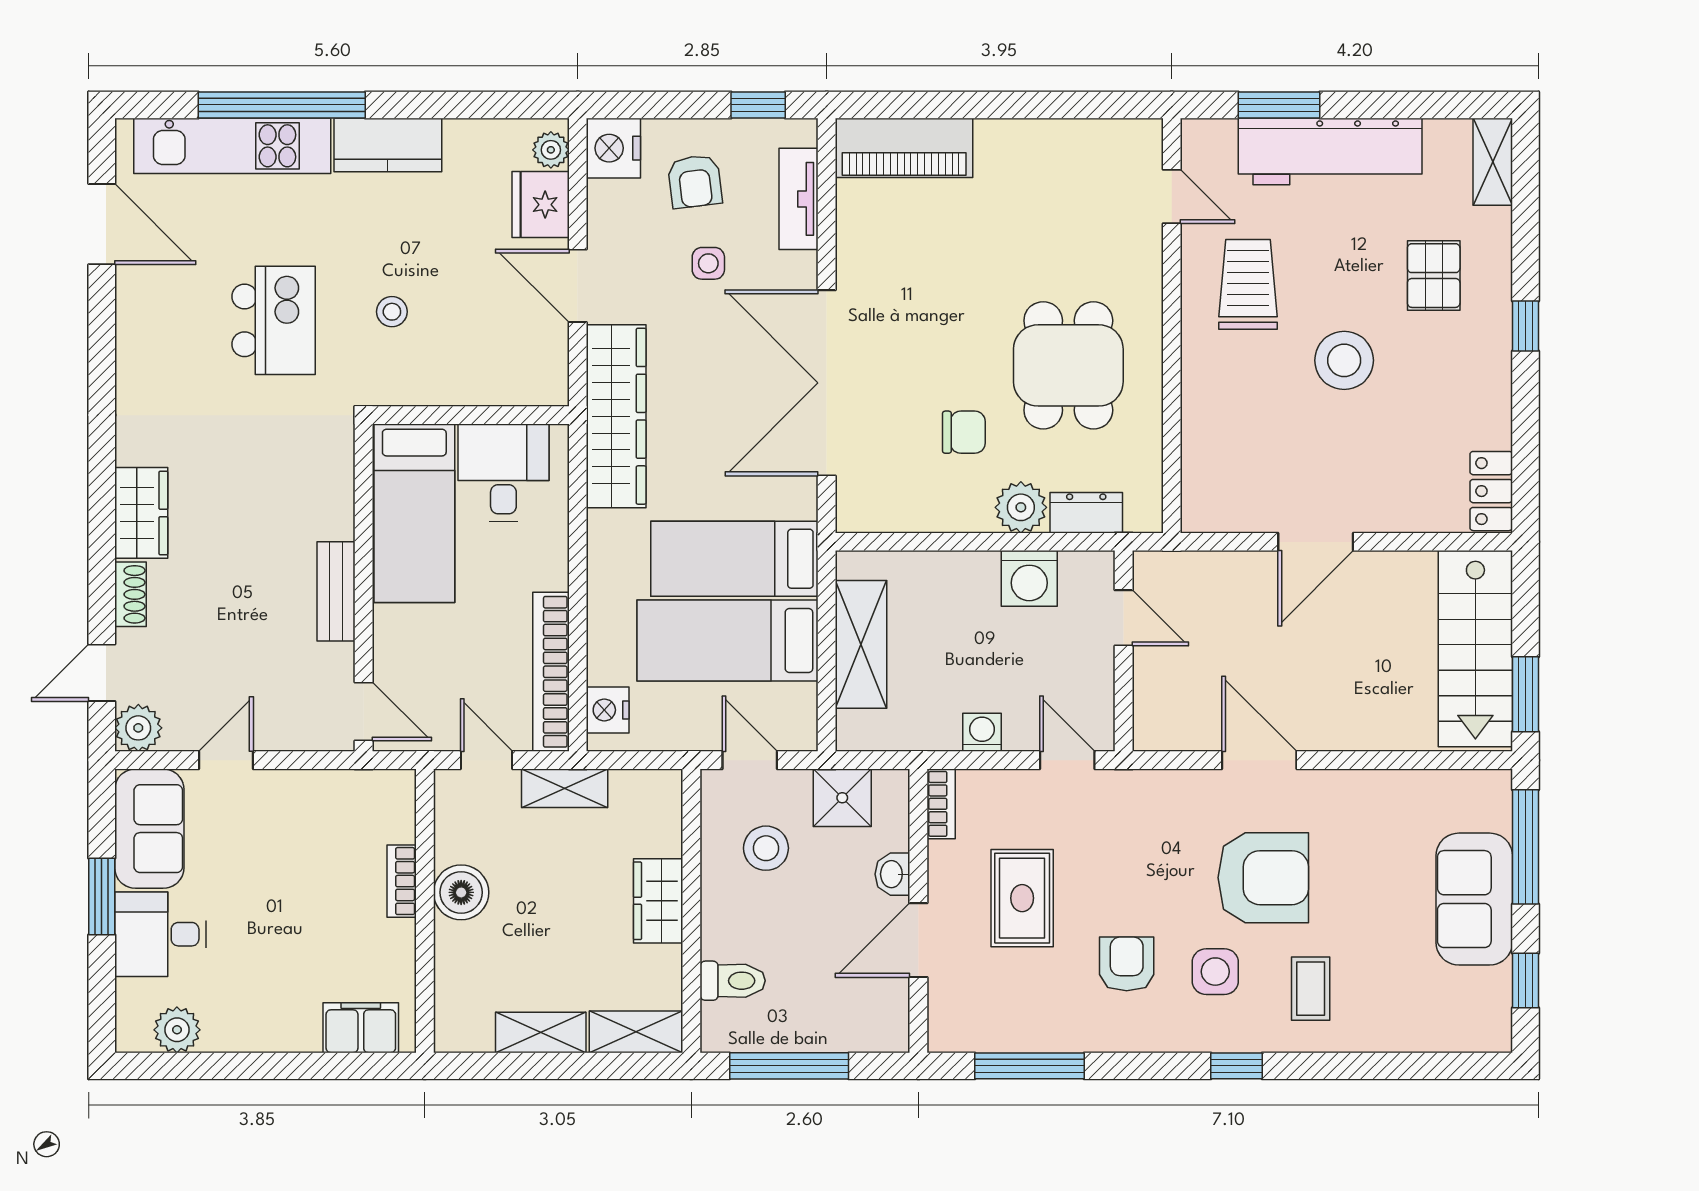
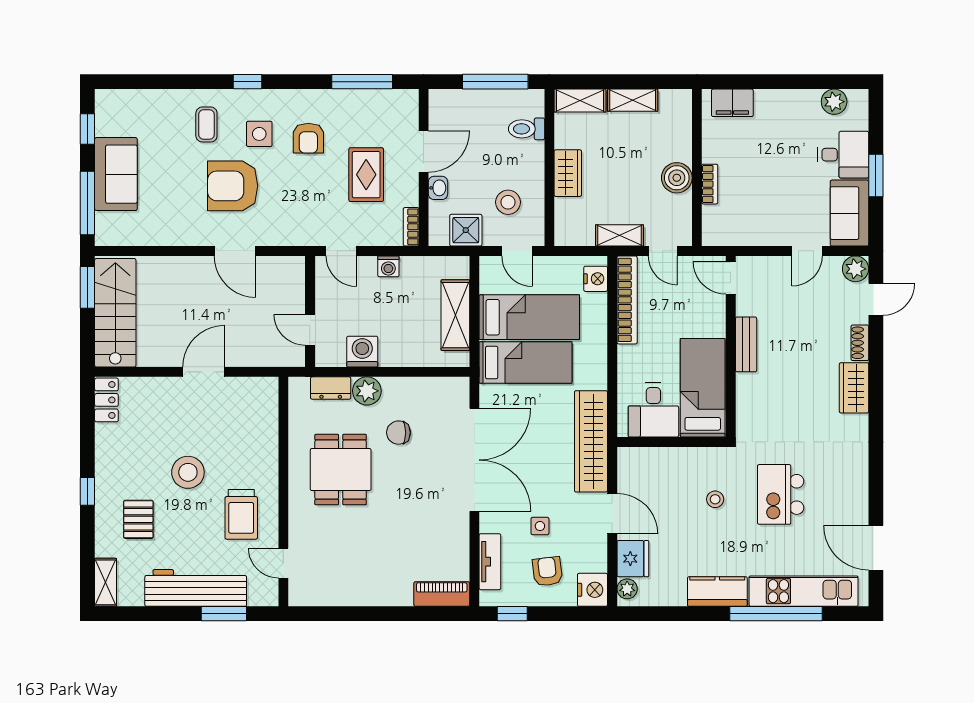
piano: (904, 148) -> (442, 594), width x0.73, depth x0.75

